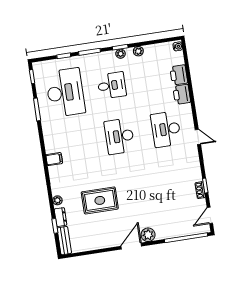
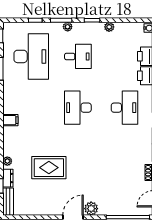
plant: (121, 54) -> (68, 27), moved
desk: (166, 129) -> (125, 108), turned 180

